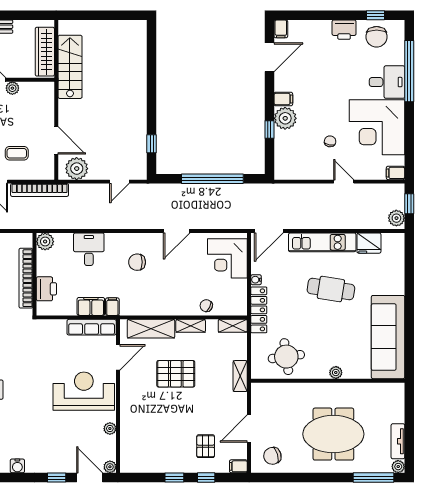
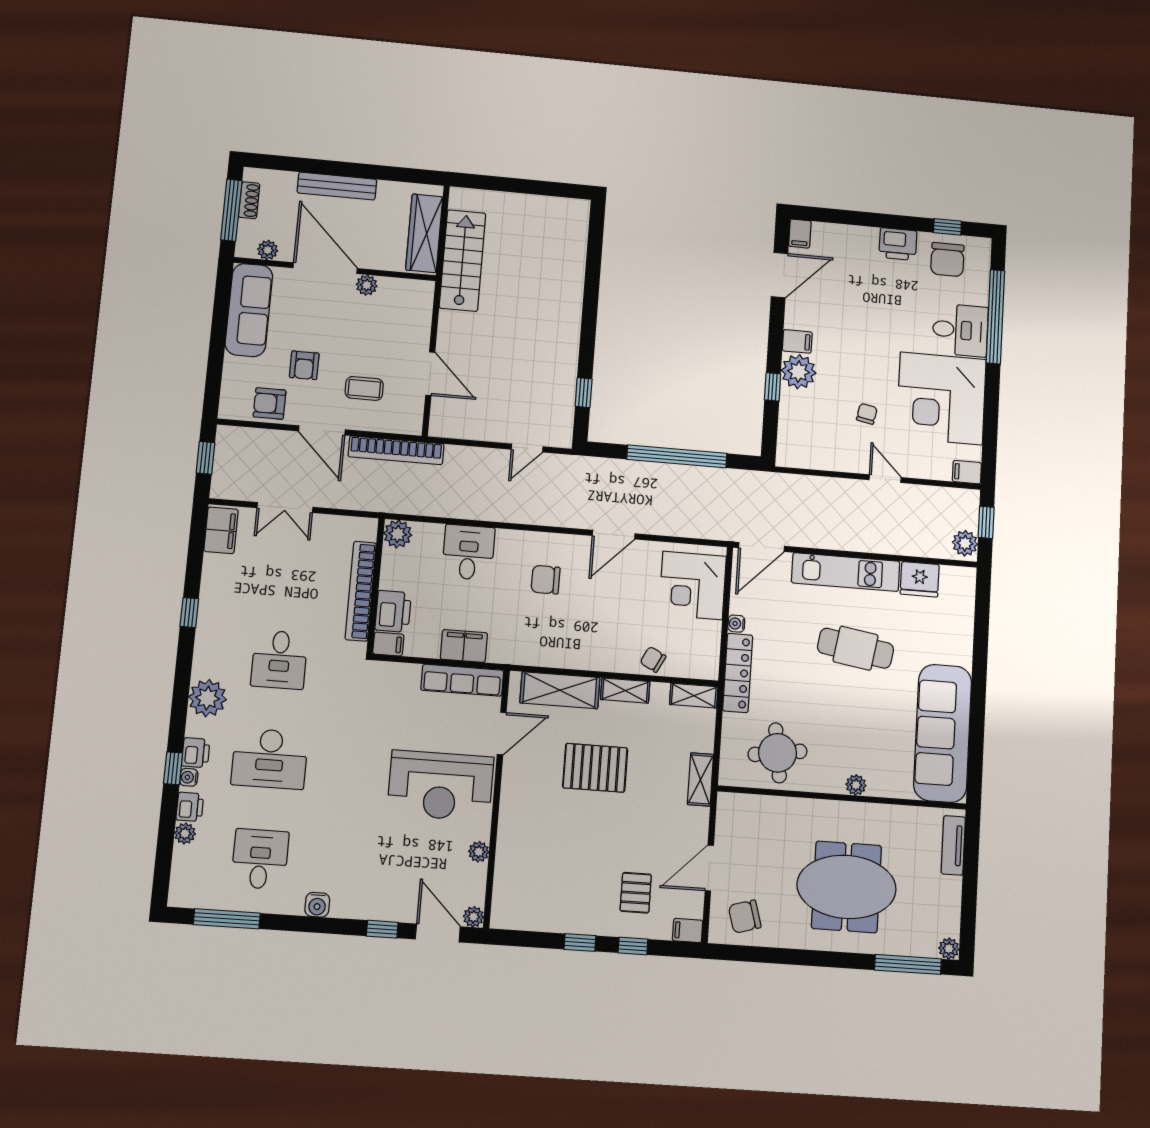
plant: (77, 169) -> (460, 421), removed
filing cabinet: (112, 307) -> (388, 644), moved, turned 90
reception desk: (84, 391) -> (440, 786), turned 180
tv unit: (398, 441) -> (953, 845), moved

